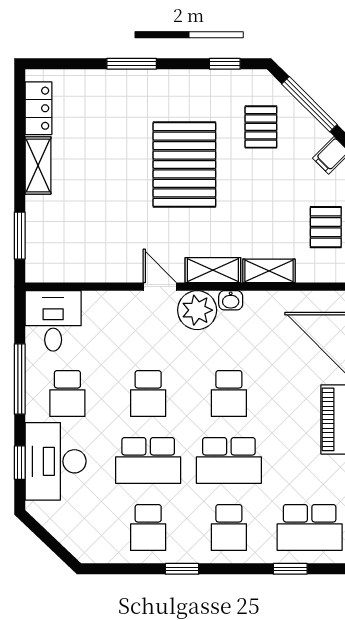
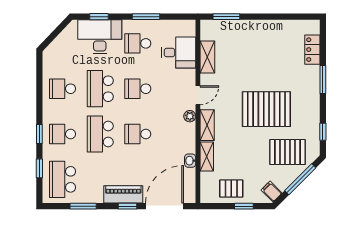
locker: (38, 108) -> (312, 50), moved, turned 90
pallet: (261, 127) -> (287, 152), width x1.50, depth x1.42
shelving: (38, 165) -> (207, 57), moved, turned 90
washbasin: (231, 300) -> (190, 161), moved
plant: (197, 310) -> (190, 116), width x0.53, depth x0.53
desk: (53, 321) -> (179, 53), moved
window: (20, 379) -> (146, 17), width x0.69
window: (182, 569) -> (39, 134), moved

